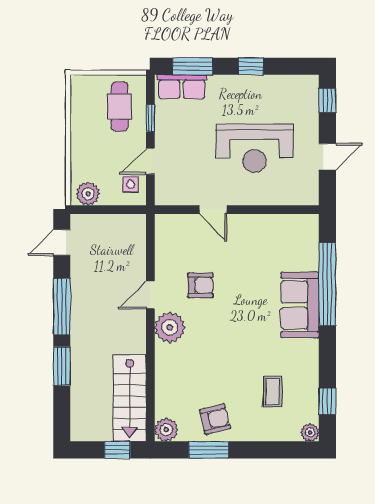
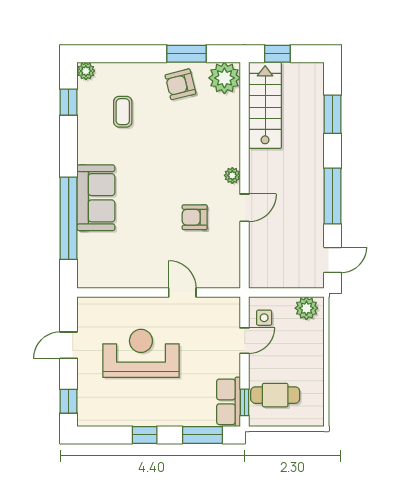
row of seats: (182, 87) -> (229, 402), moved, turned -90
cafe table: (120, 106) -> (275, 395), turned 90
window: (150, 118) -> (245, 402), moved
plant: (170, 327) -> (232, 175), width x0.53, depth x0.53
window: (62, 366) -> (333, 114), moved
plant: (166, 430) -> (224, 78), width x1.36, depth x1.36

